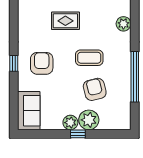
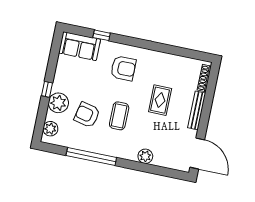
window: (14, 63) -> (102, 35), moved
armchair: (95, 89) -> (87, 115), turned -153
plant: (70, 123) -> (50, 129), moved

